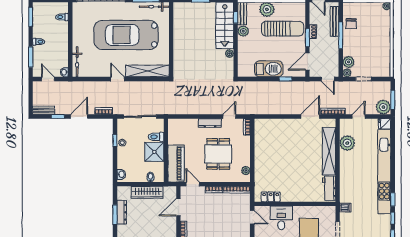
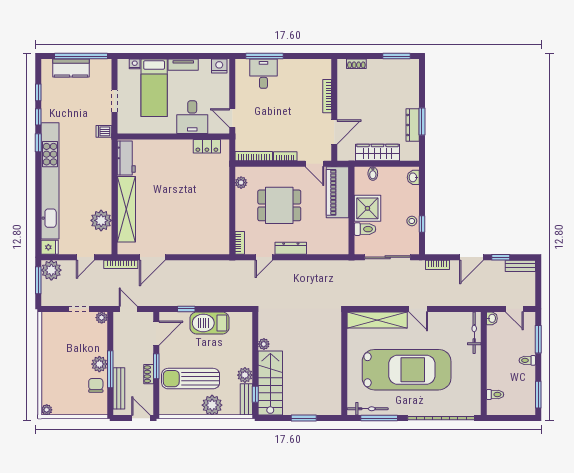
plant: (349, 62) -> (99, 364), moved
dining table: (218, 154) -> (279, 205), turned 90

